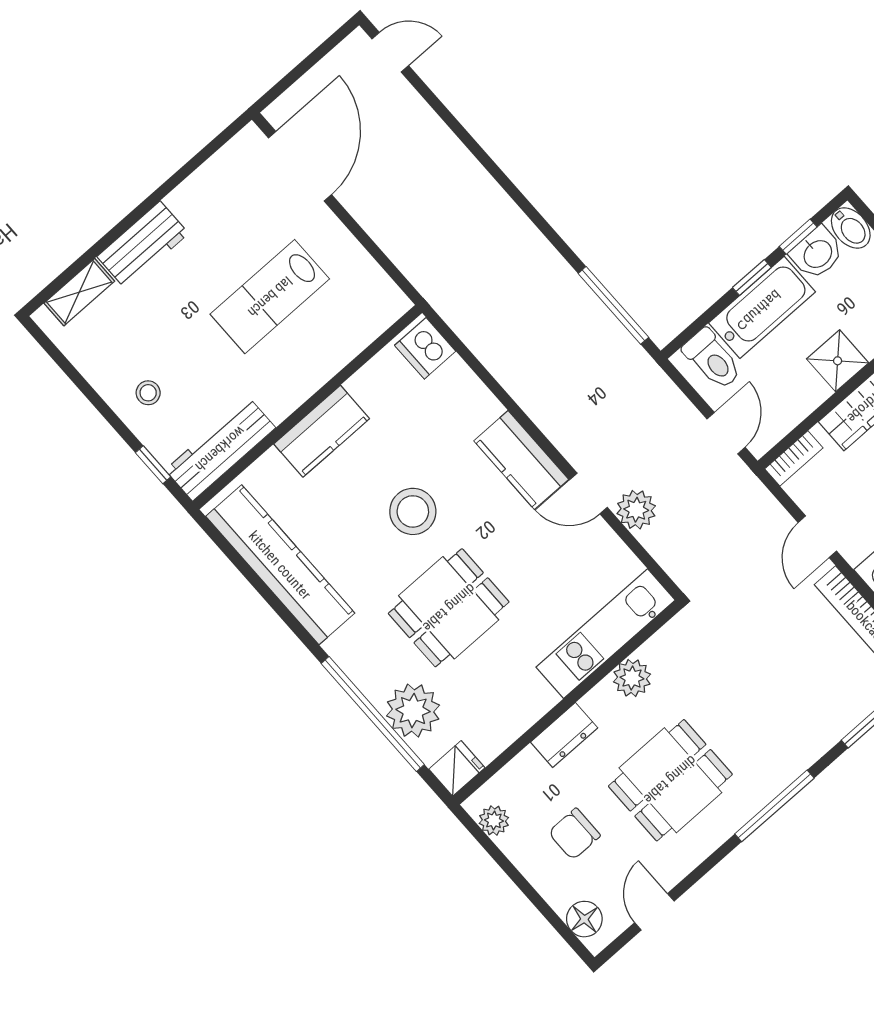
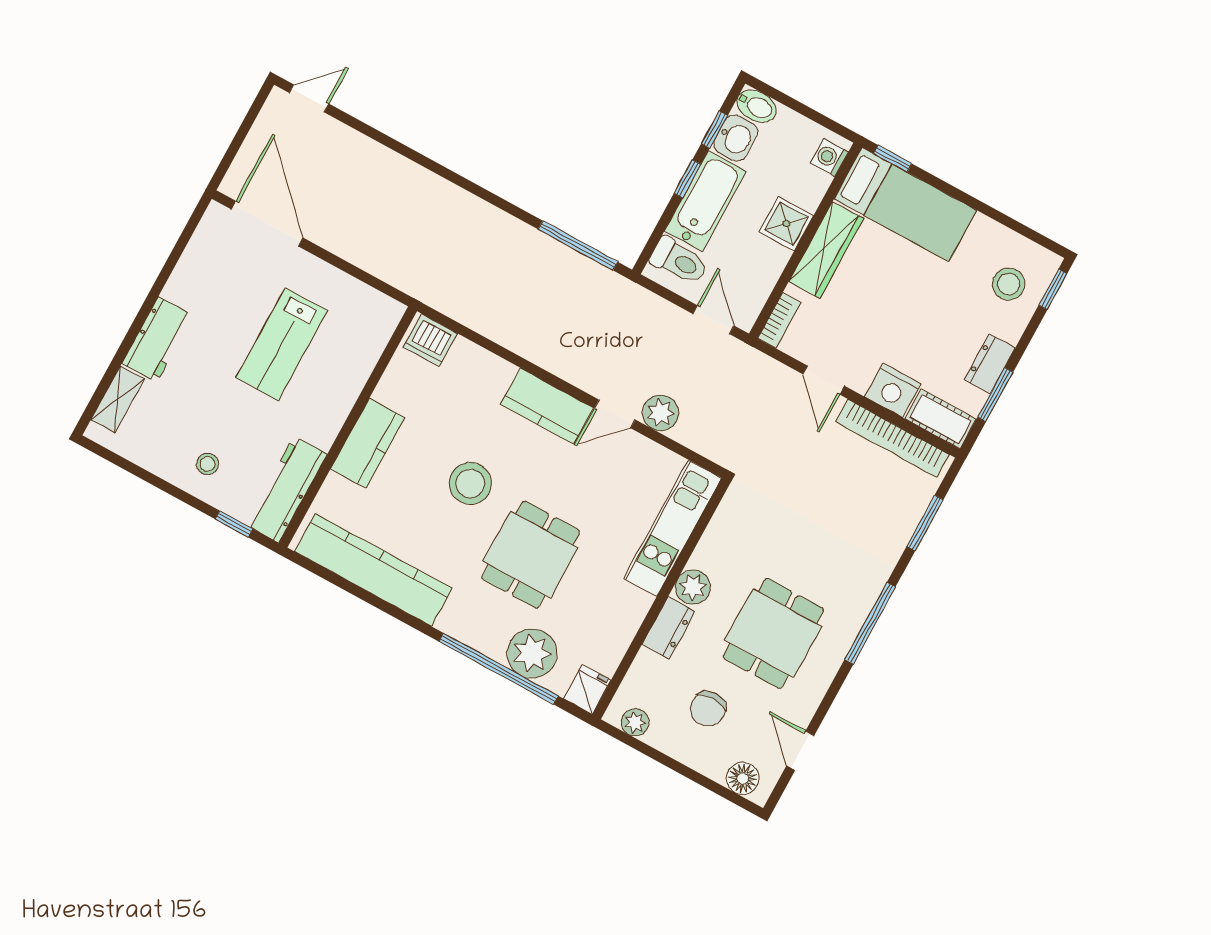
plant: (632, 678) -> (693, 587), moved

